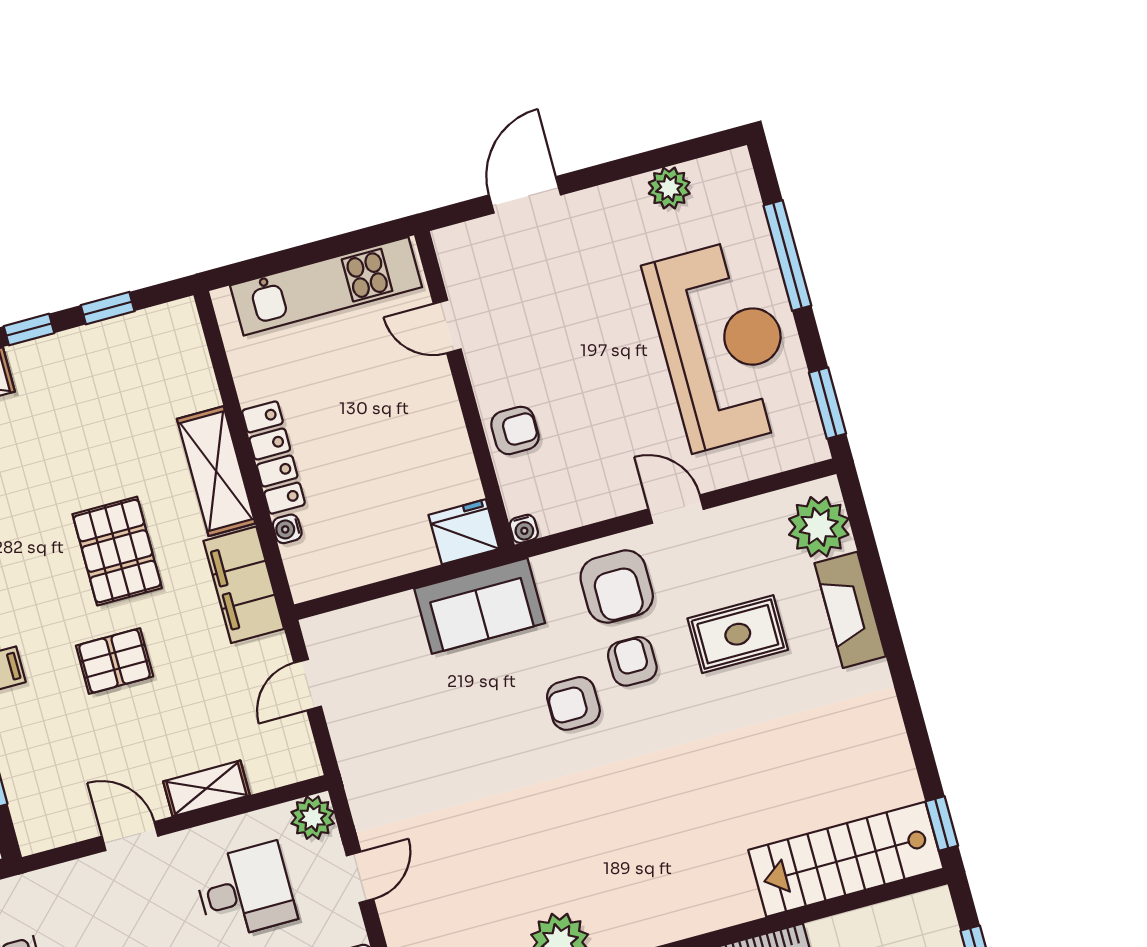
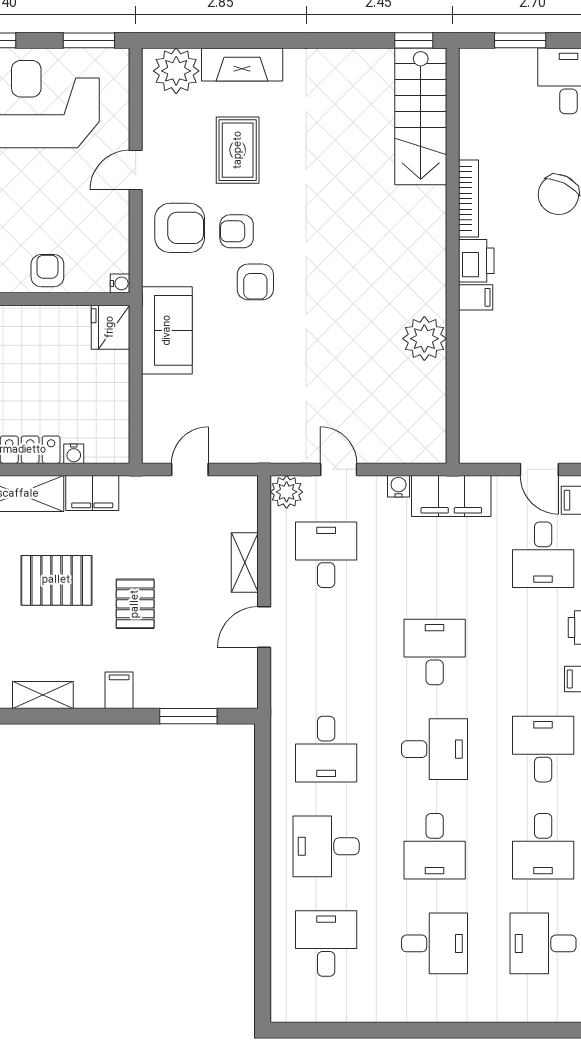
filing cabinet: (244, 585) -> (92, 493), width x0.67, depth x0.86
door: (308, 685) -> (190, 469), swing flipped

